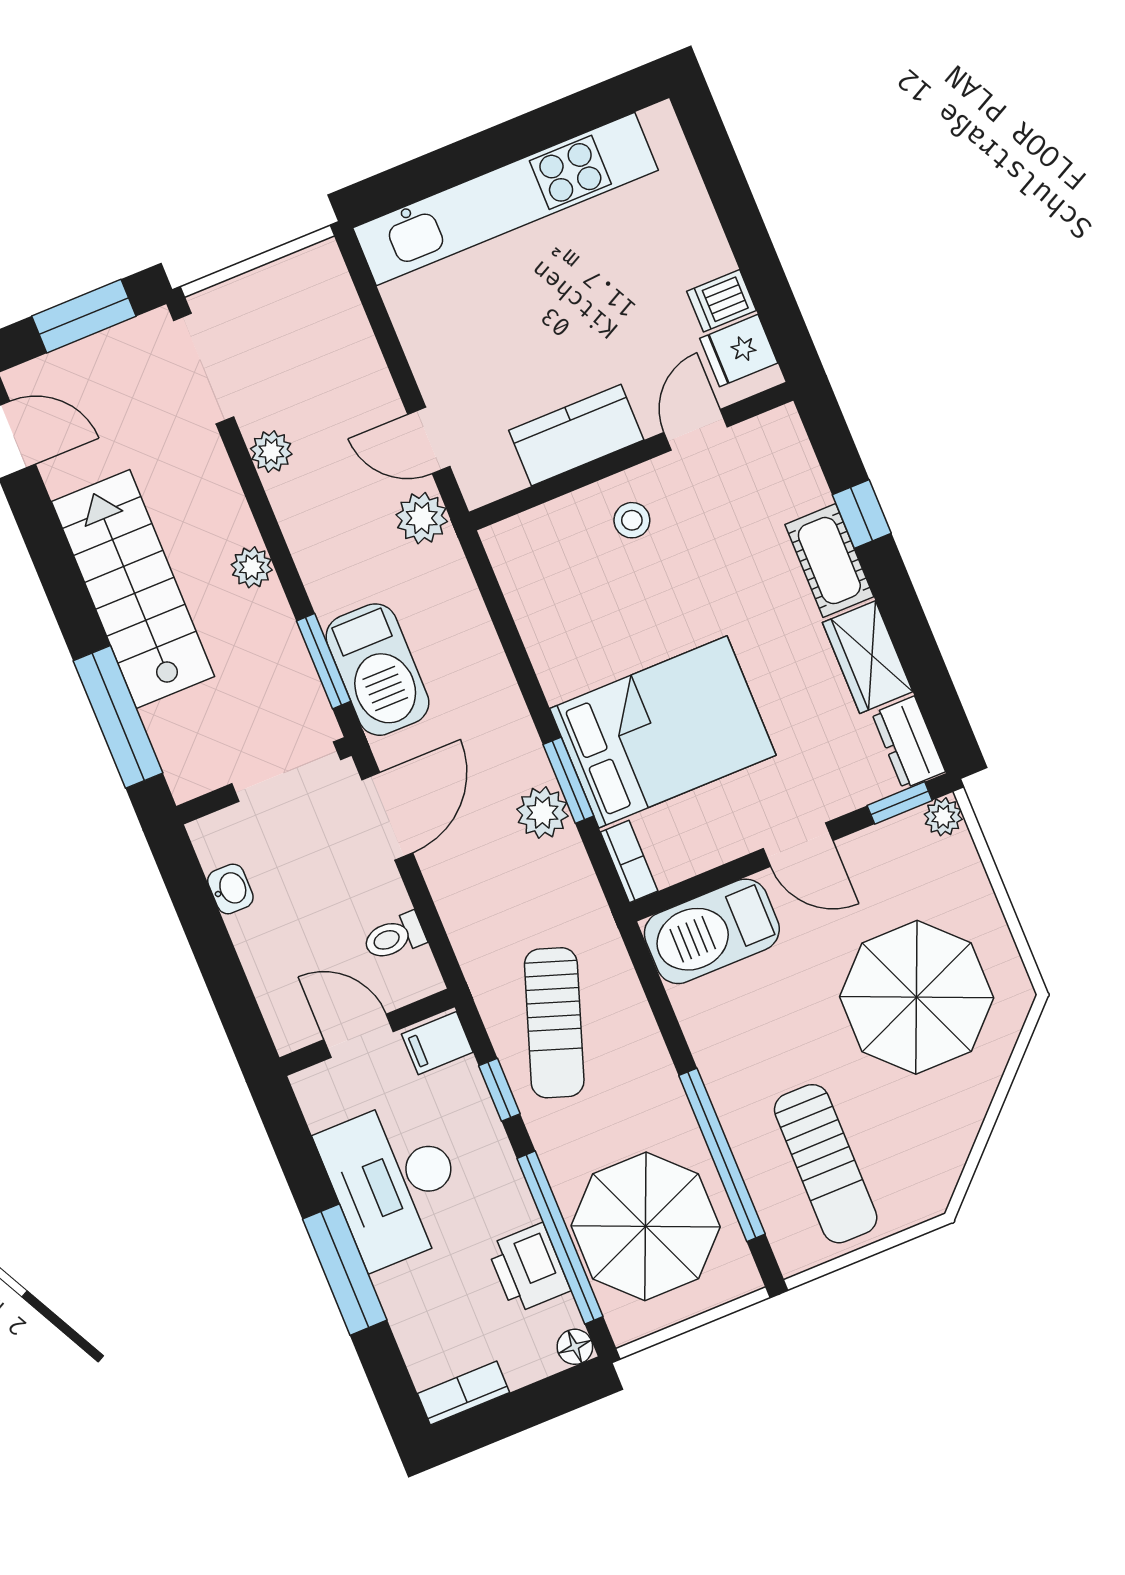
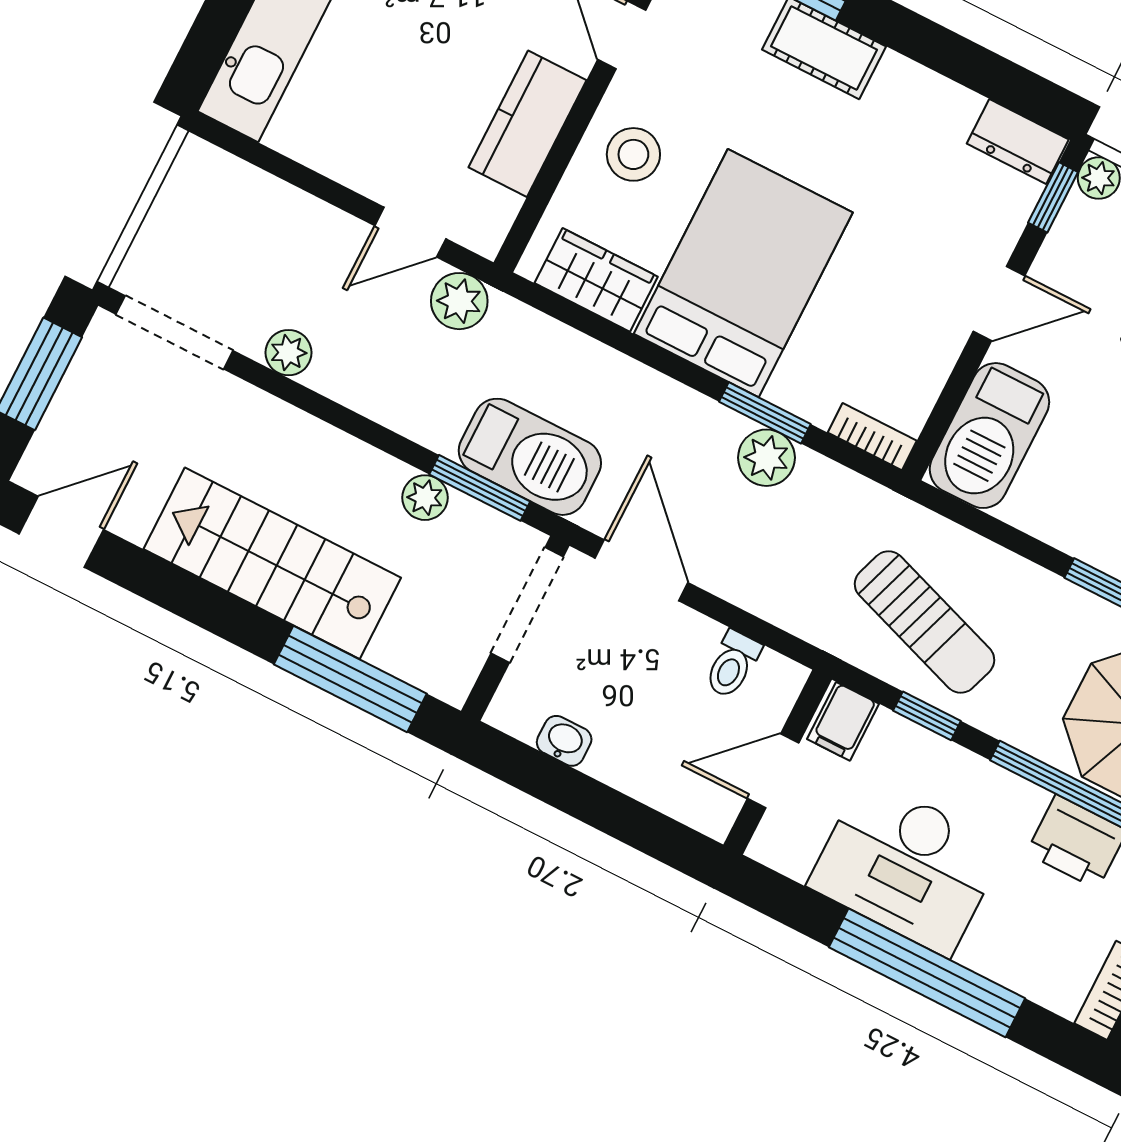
stool: (632, 520) -> (633, 154), width x1.37, depth x1.37
plant: (252, 567) -> (425, 498), moved
wardrobe: (868, 657) -> (596, 280), moved, turned 180
bed: (663, 732) -> (743, 273), moved
window: (345, 1270) -> (927, 973), width x1.46

